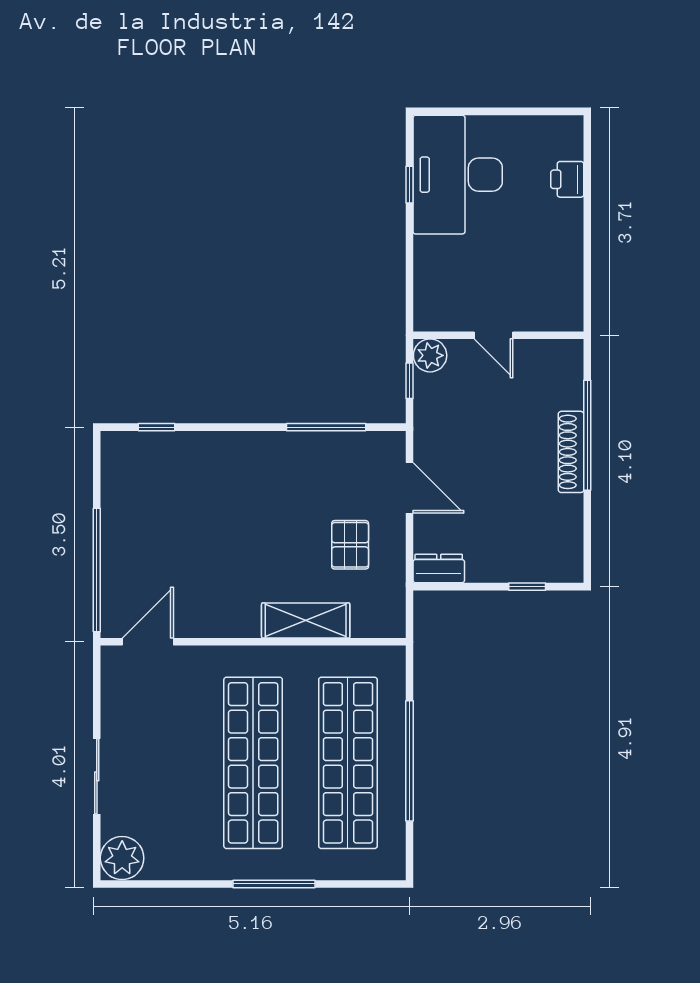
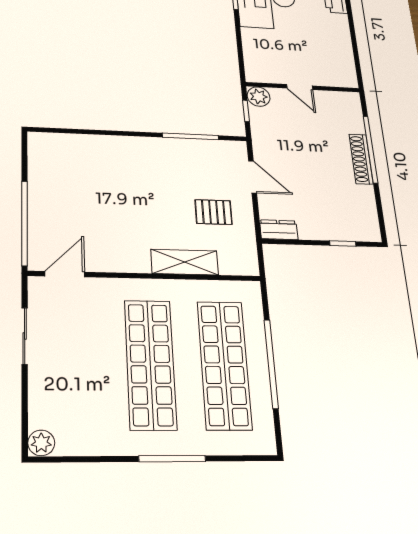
window: (157, 427) -> (69, 131), removed
pallet: (350, 545) -> (214, 212), turned 90
sliding door: (97, 776) -> (25, 336), moved
plant: (122, 858) -> (41, 443), width x0.73, depth x0.73

